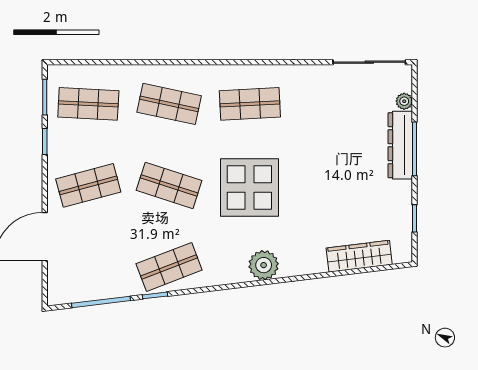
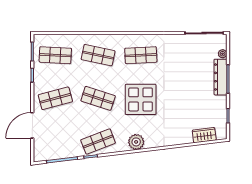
wardrobe: (359, 256) -> (204, 135), width x0.67
plant: (264, 265) -> (136, 142), moved

